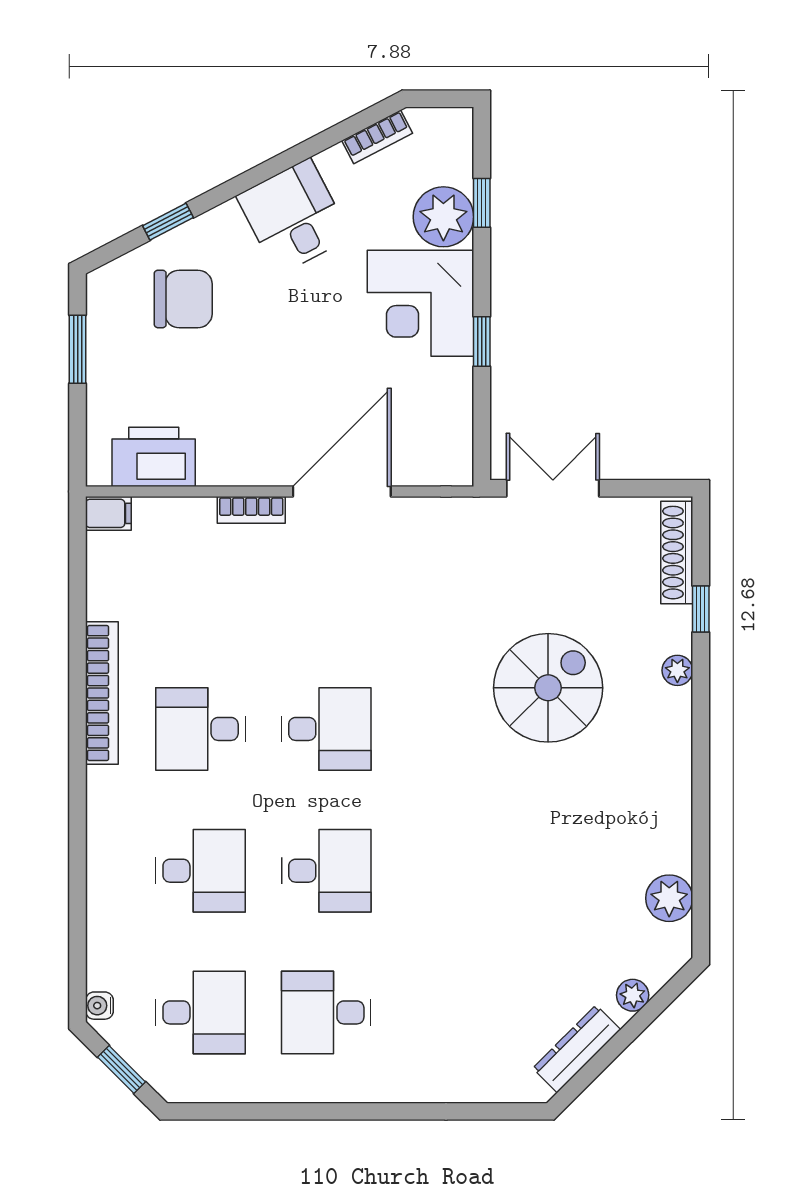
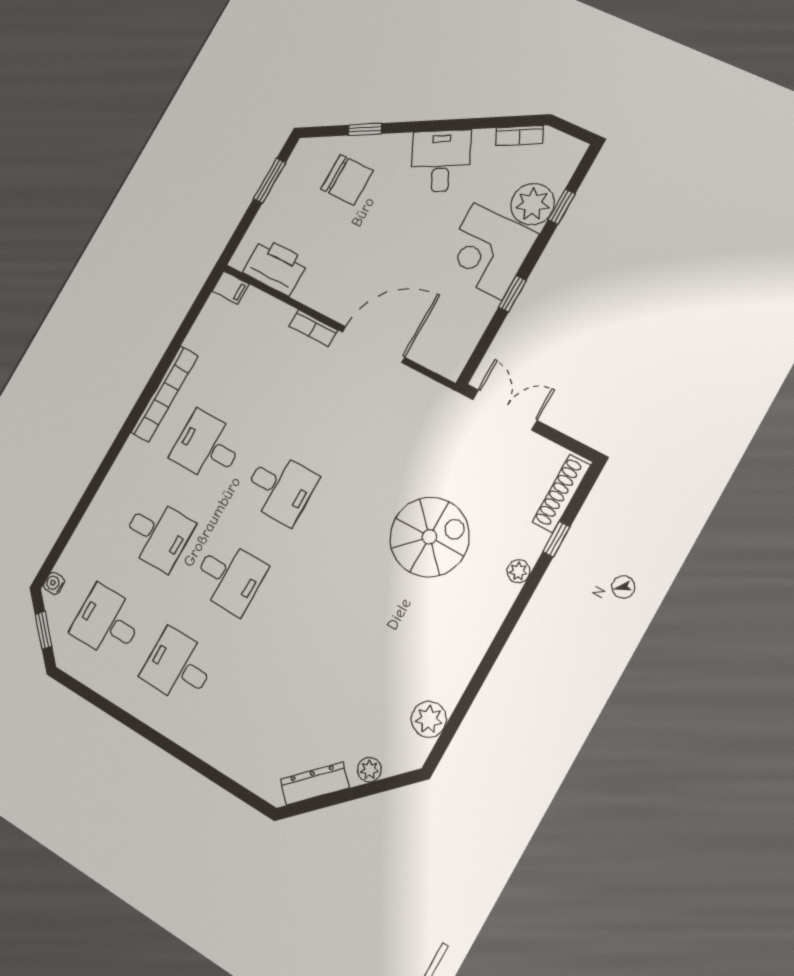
desk: (201, 1012) -> (107, 622), turned 180

